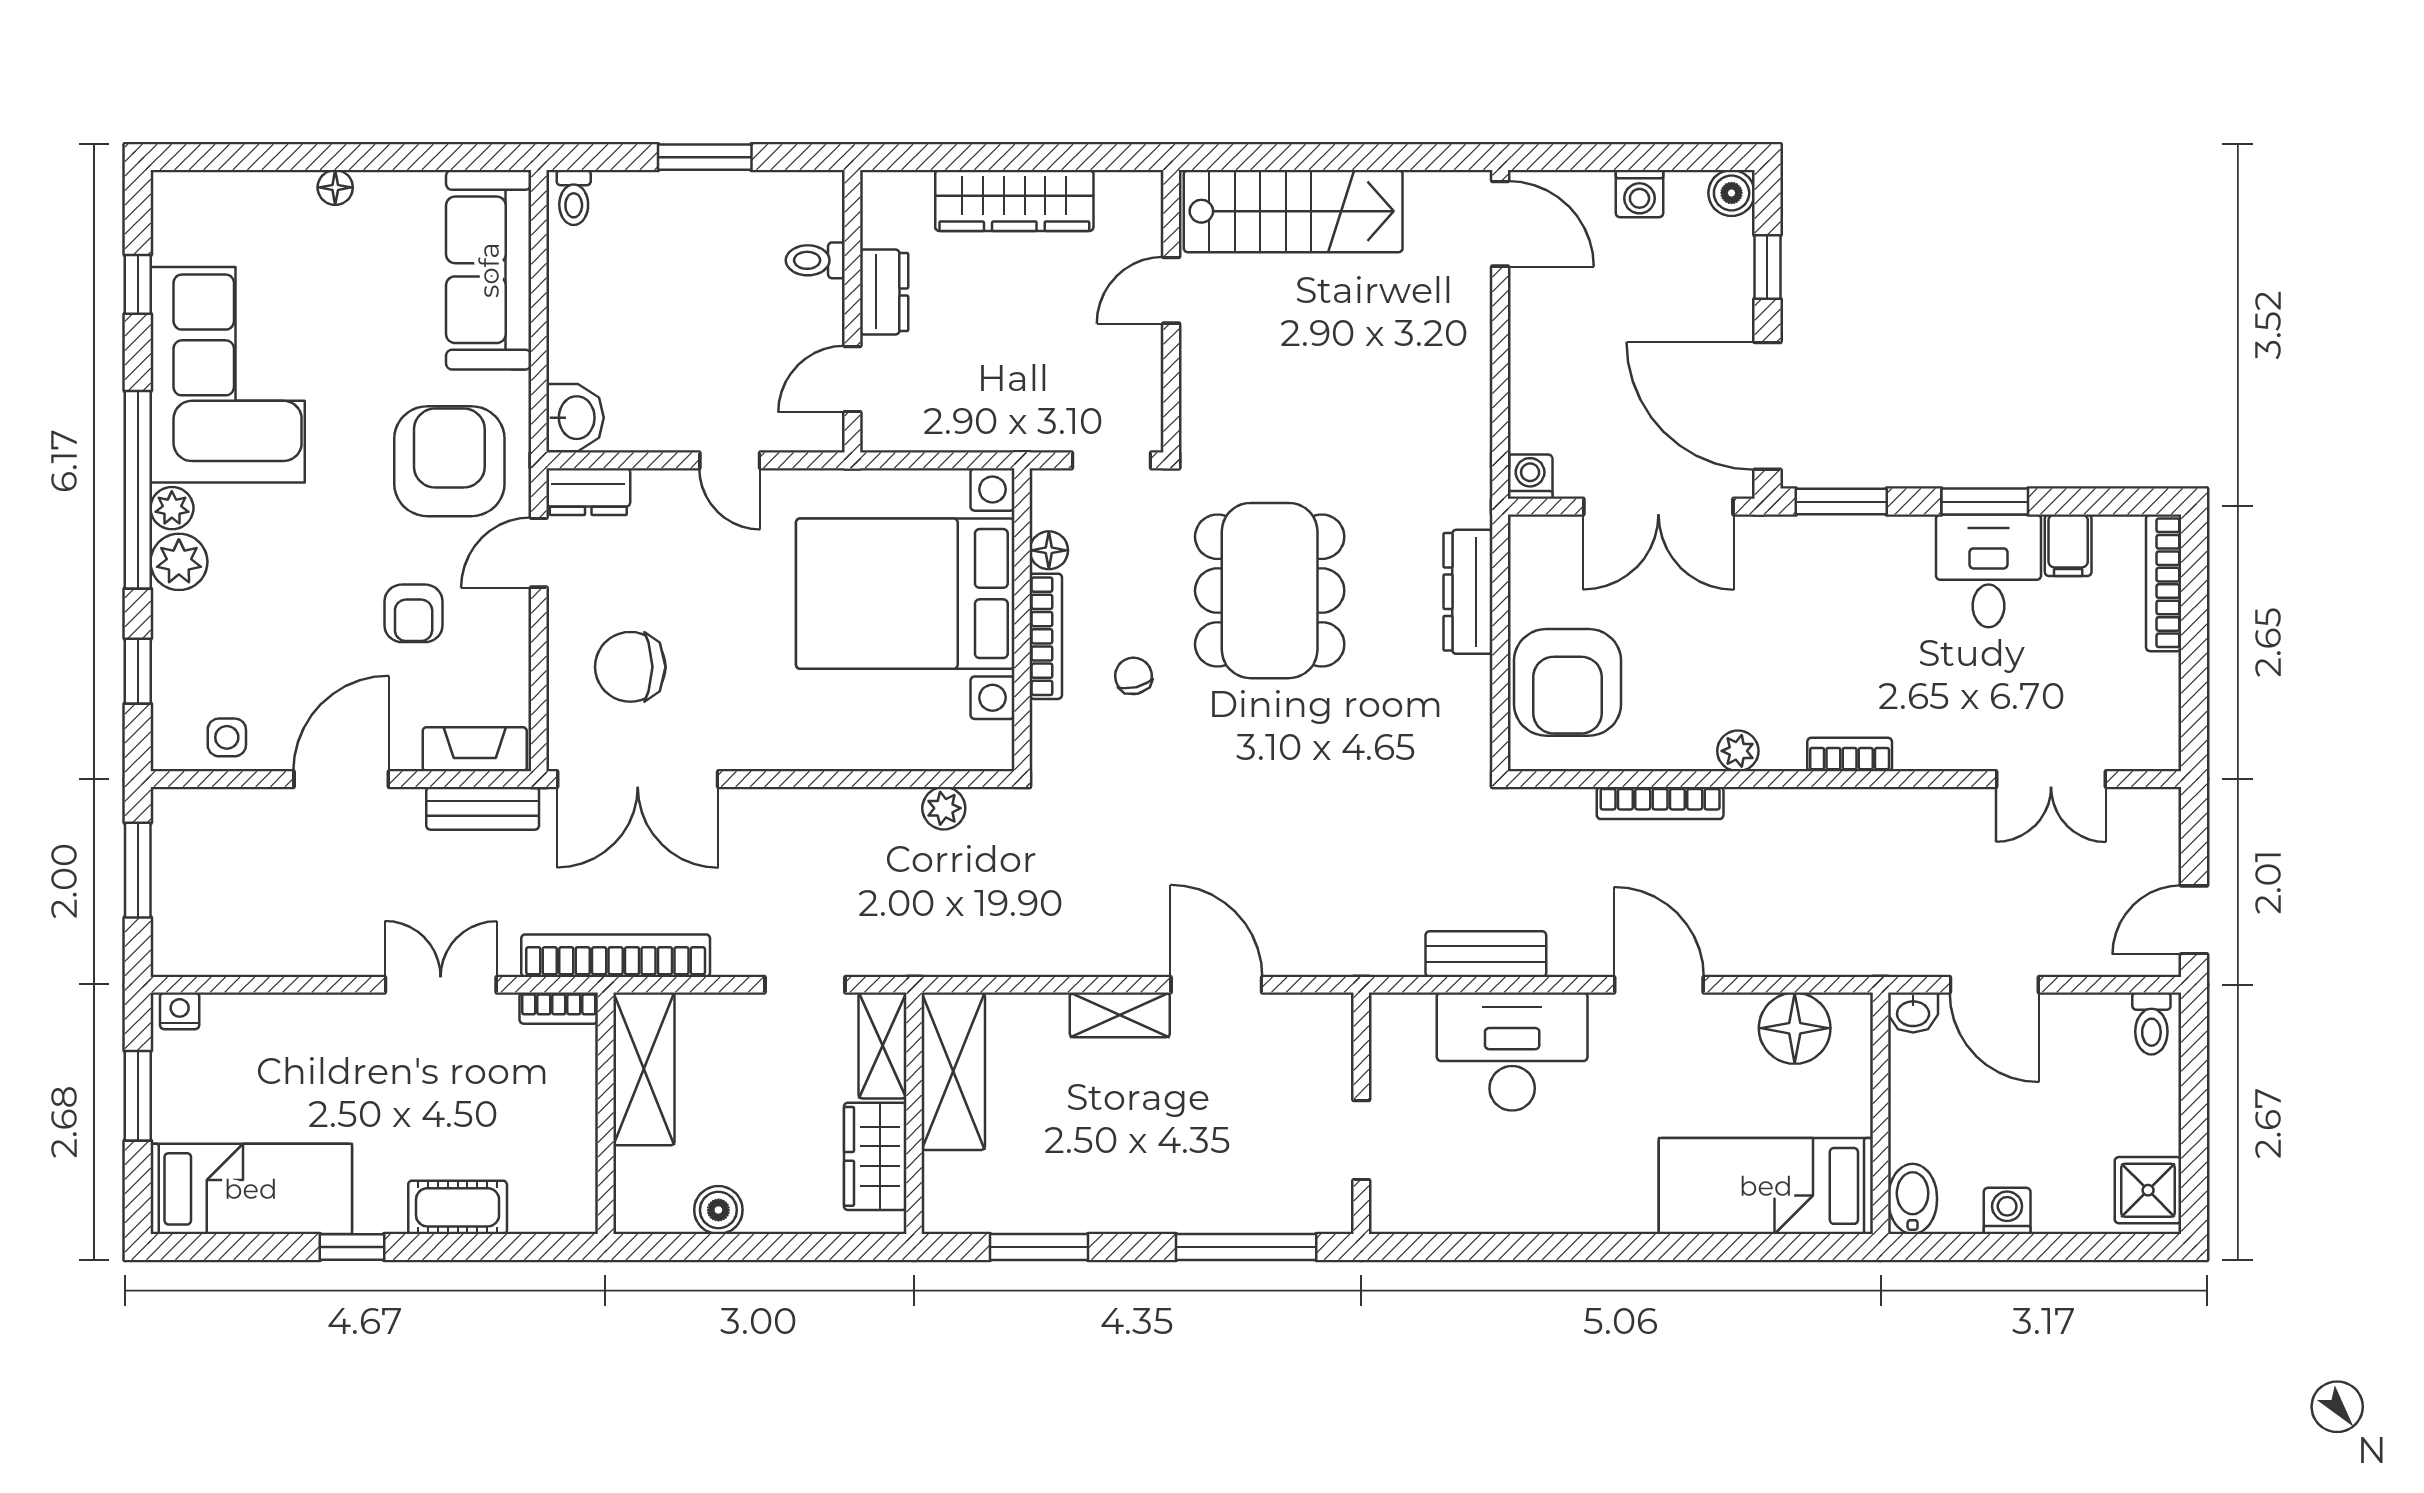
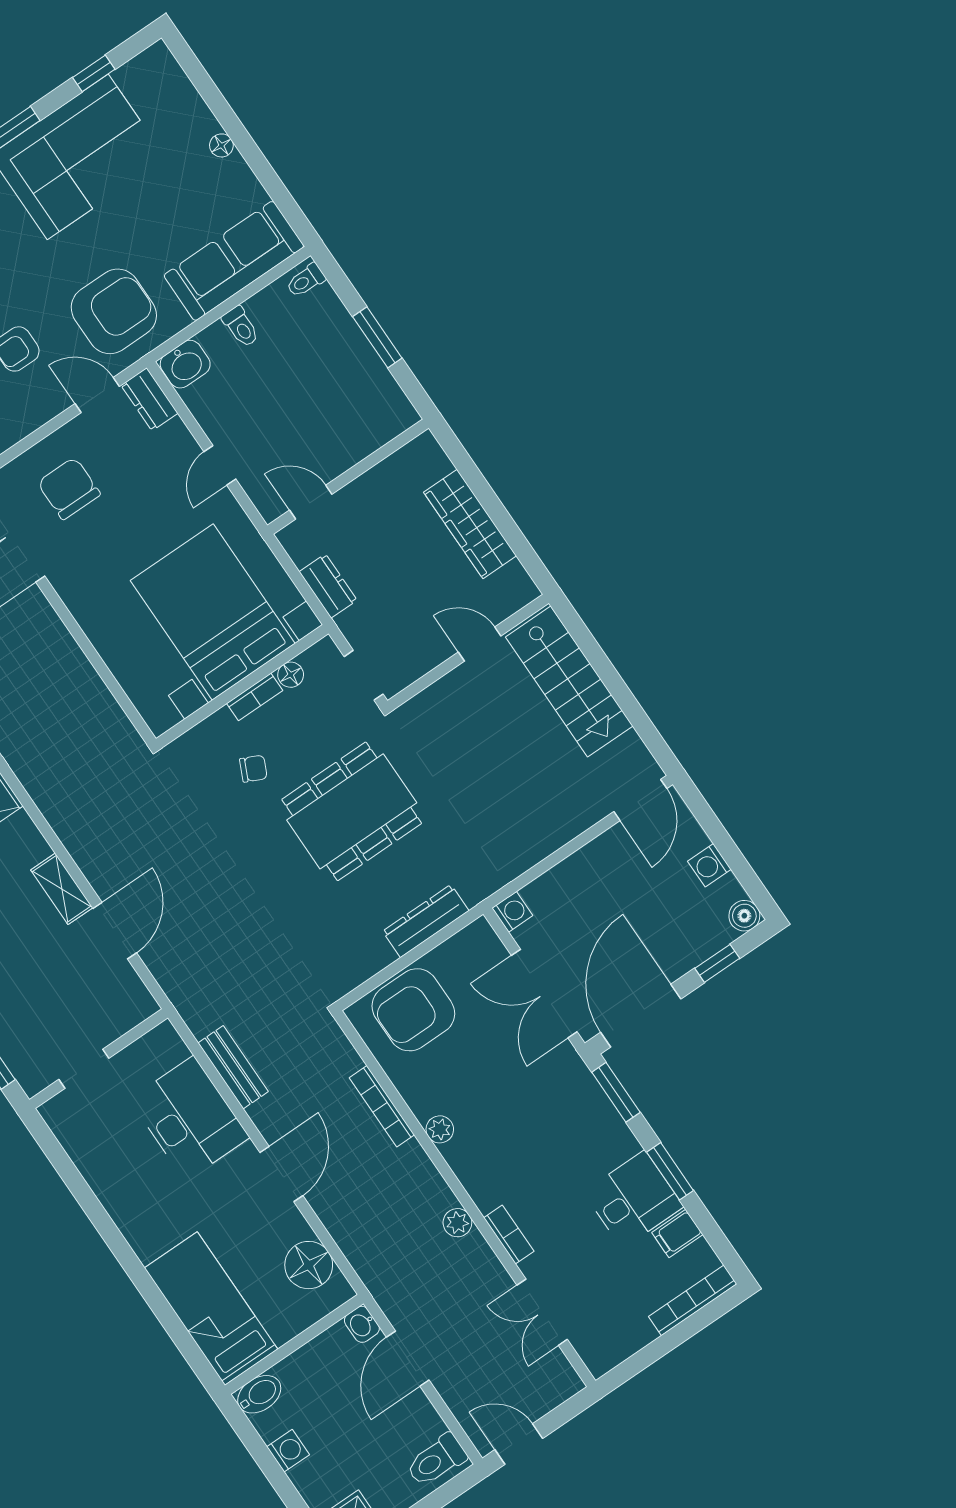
toilet: (815, 260) -> (241, 327), moved, turned 180
dresser: (884, 292) -> (328, 586), moved, turned -90
bookcase: (1046, 636) -> (255, 697), width x0.64
chair: (1133, 676) -> (253, 769), turned 39
bookcase: (1850, 755) -> (509, 1234), moved
plant: (944, 808) -> (457, 1223), moved
toilet: (2151, 1024) -> (436, 1460), width x1.37, depth x1.39

